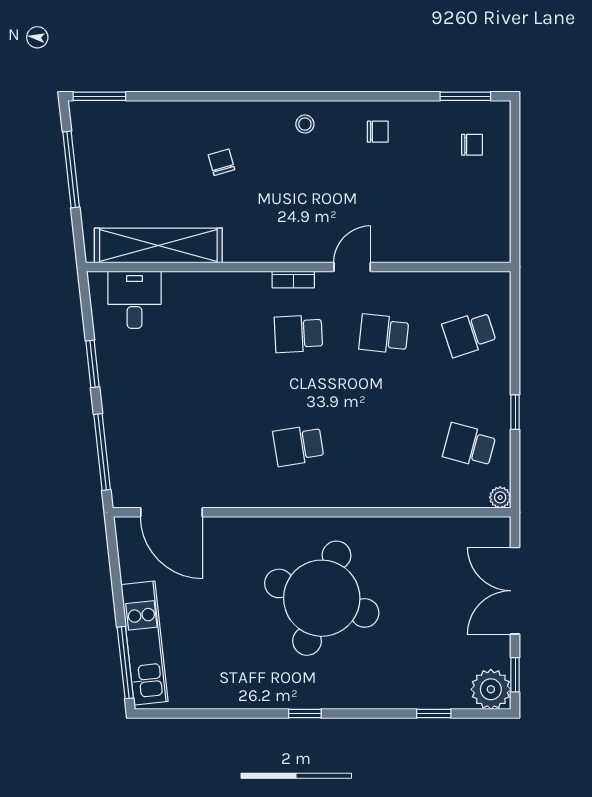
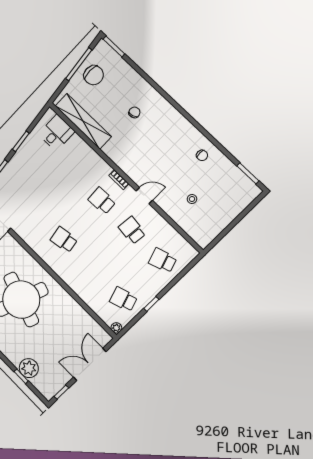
stool: (305, 124) -> (192, 199), moved
chair: (472, 145) -> (94, 75), moved, width x1.87, depth x1.87
school desk: (469, 445) -> (123, 299), turned -33
plant: (491, 689) -> (29, 368), moved

